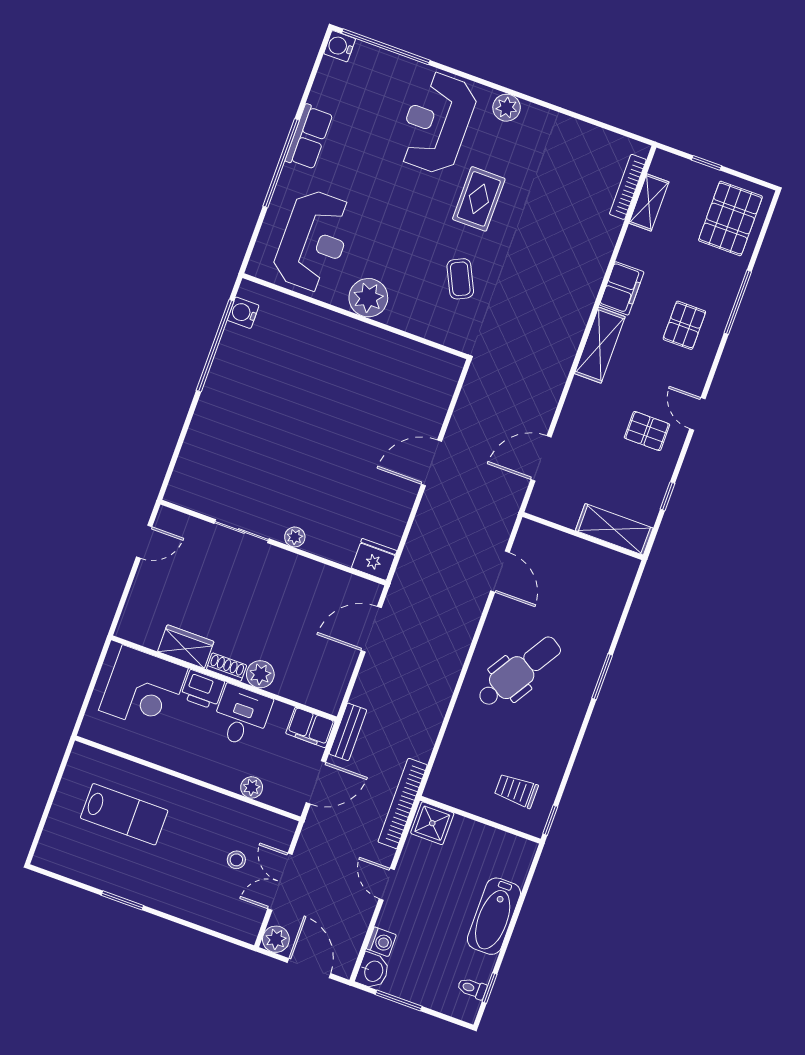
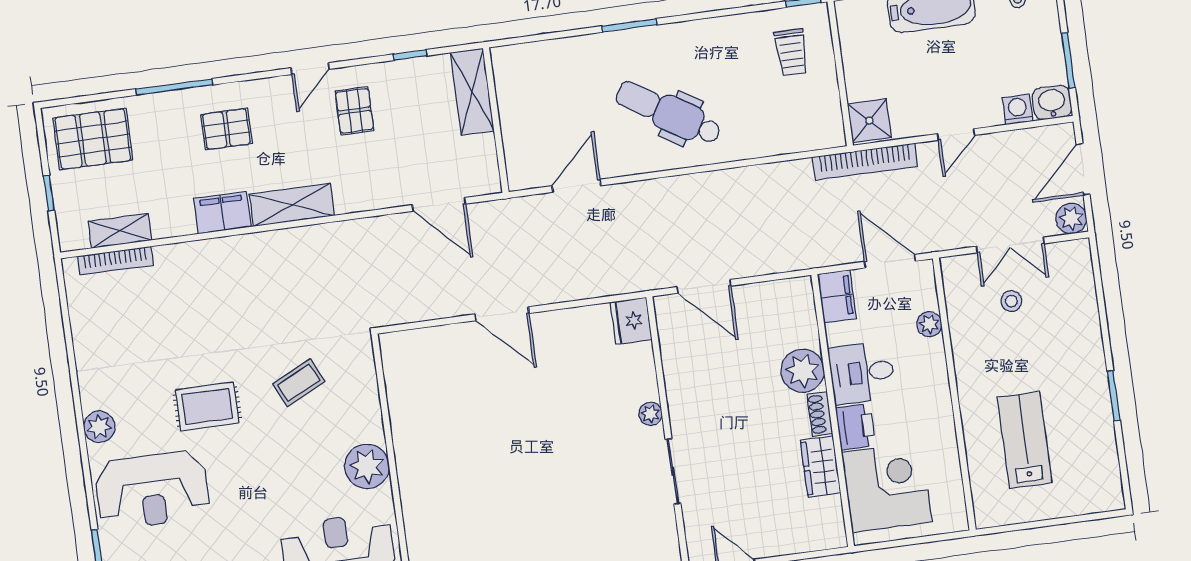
plant: (260, 674) -> (803, 371), width x1.36, depth x1.36
bench: (348, 732) -> (821, 256), removed

